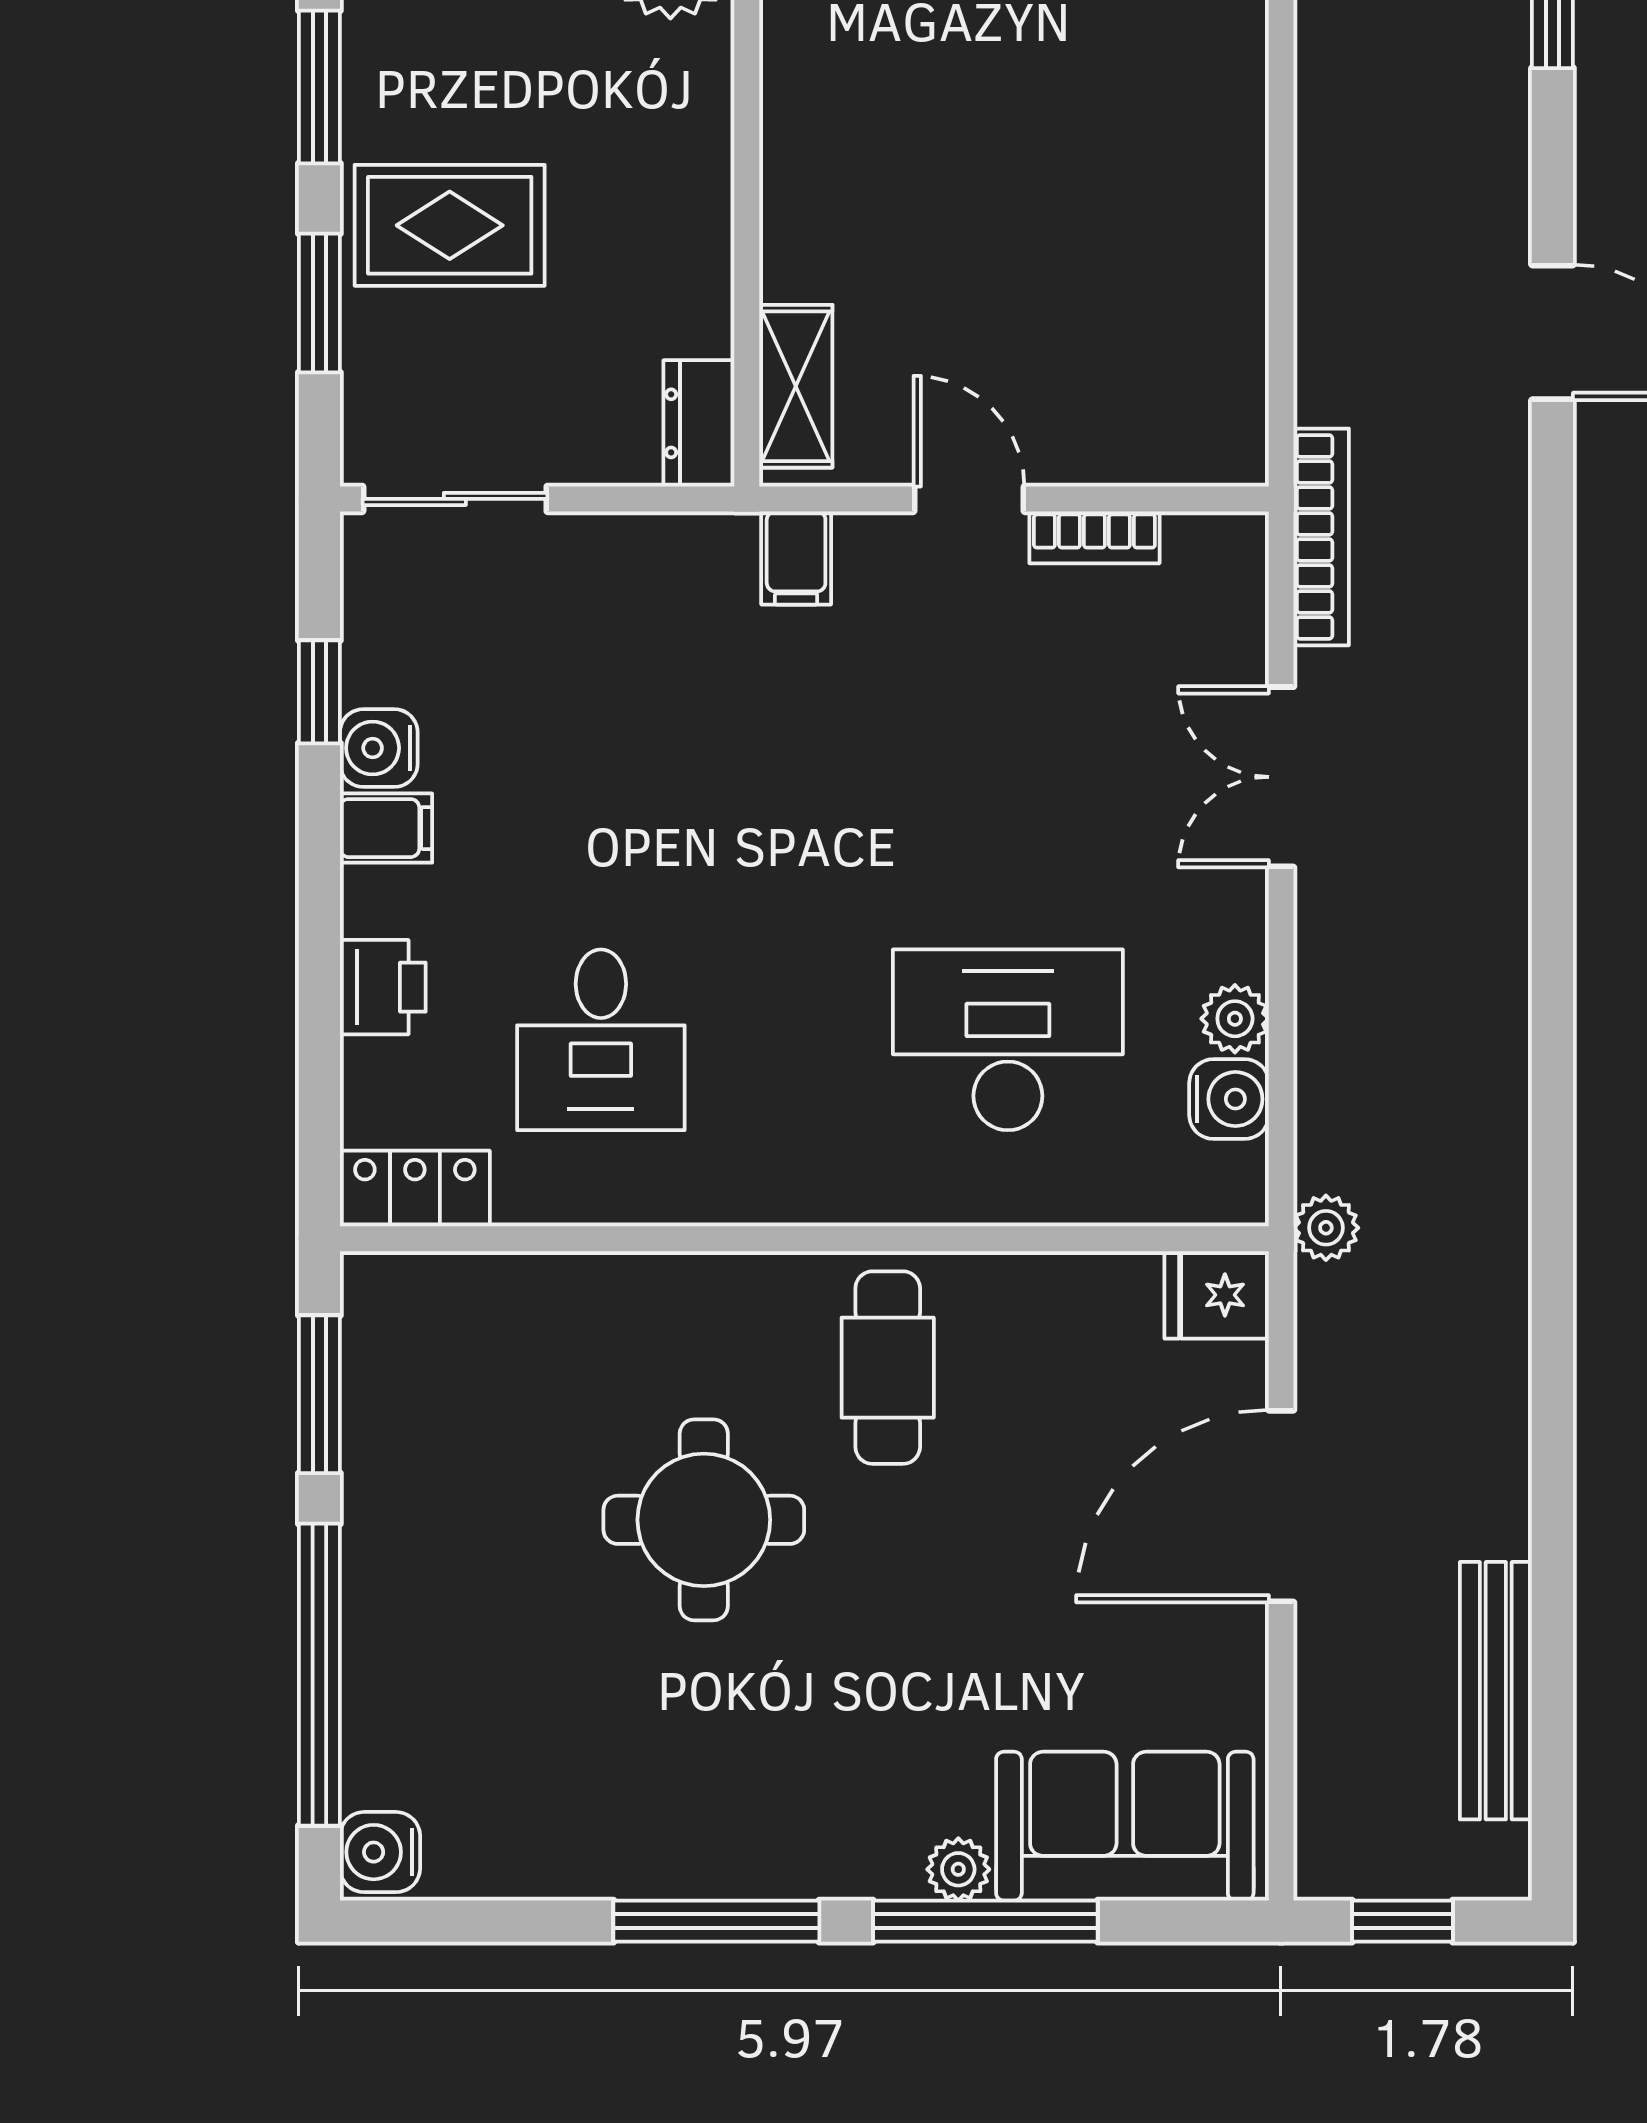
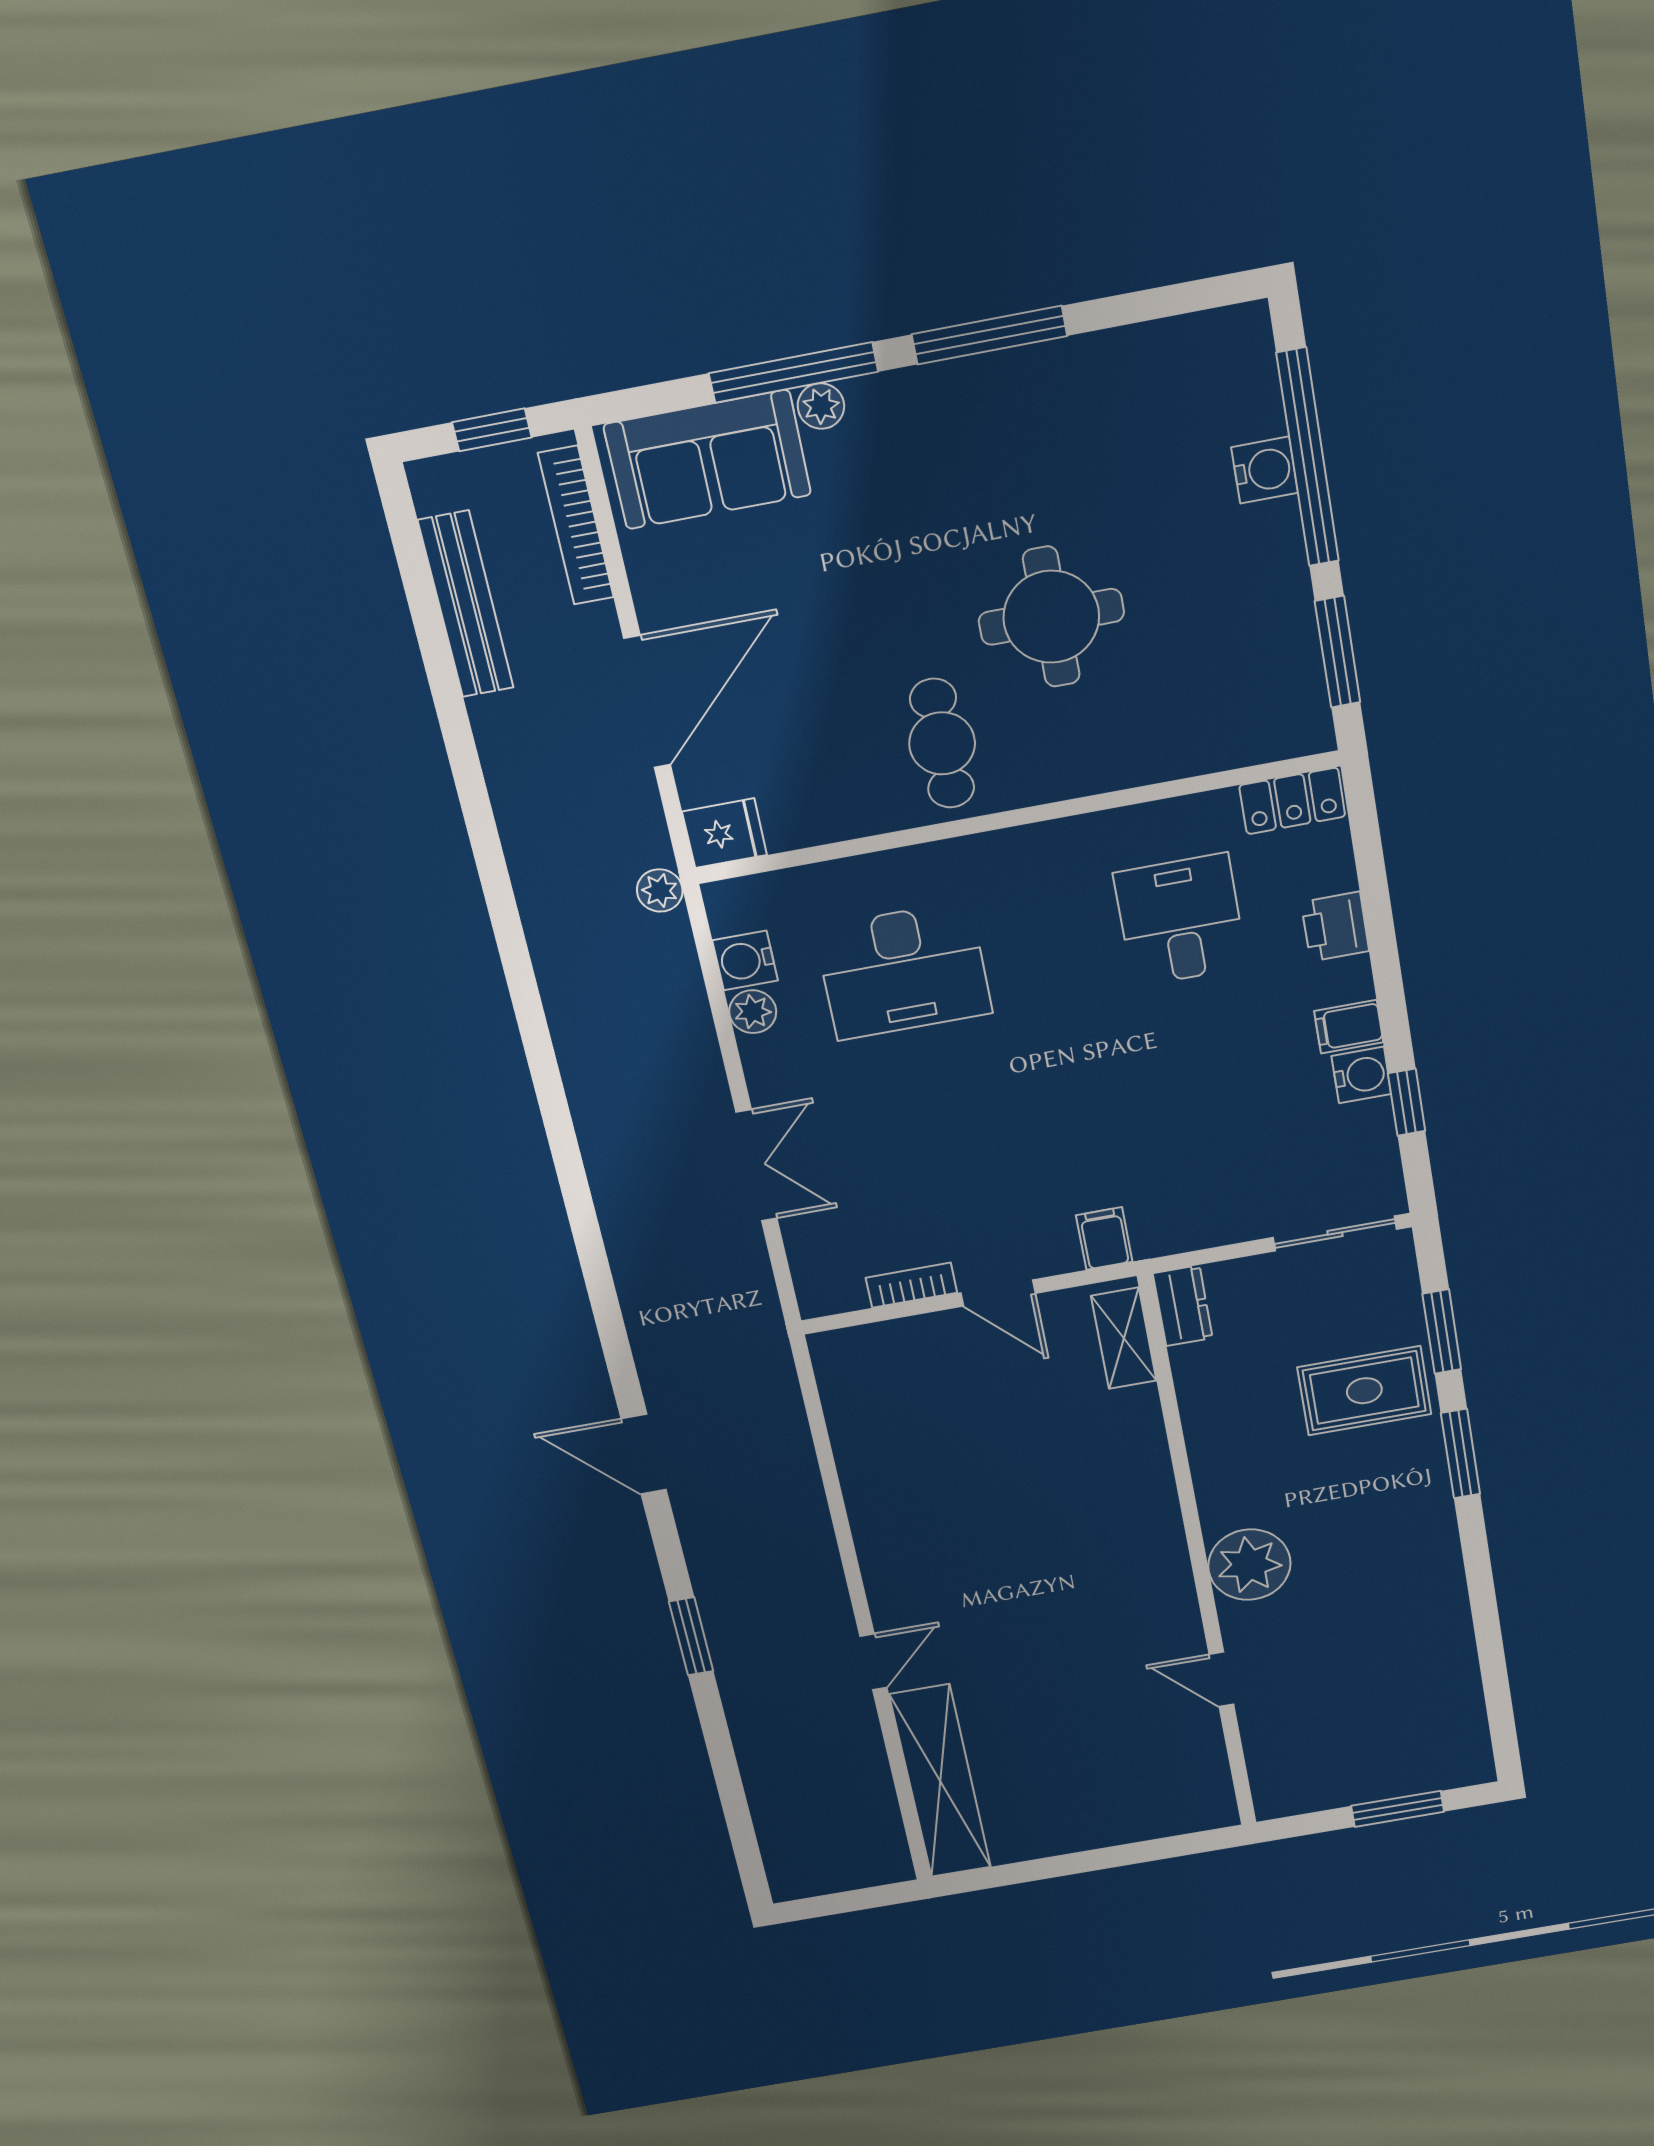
bookcase: (1321, 537) -> (576, 525), moved
water cooler: (380, 1852) -> (1265, 470), moved

